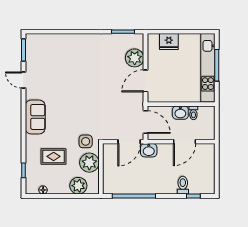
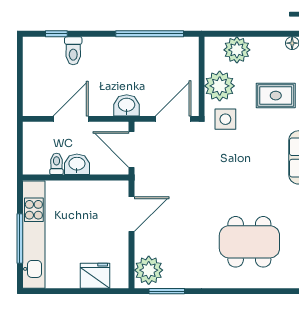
plant: (135, 58) -> (149, 270), moved
dining table: (70, 63) -> (249, 242), added
door: (129, 142) -> (173, 119), moved

